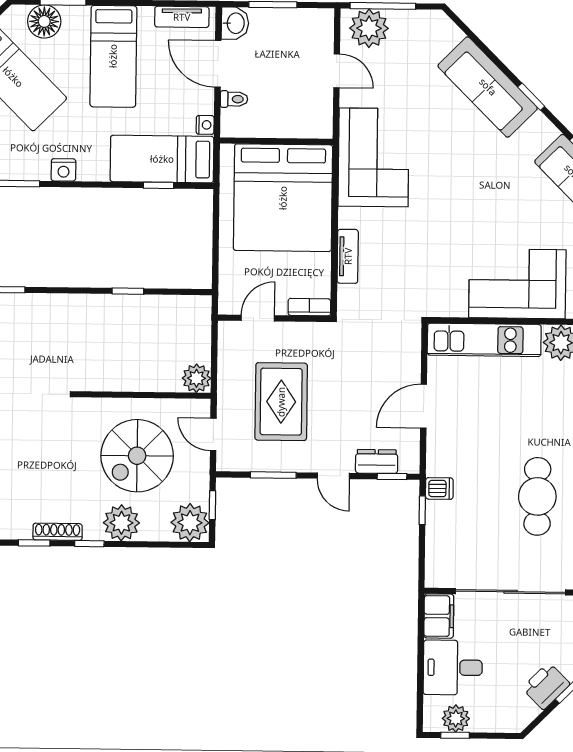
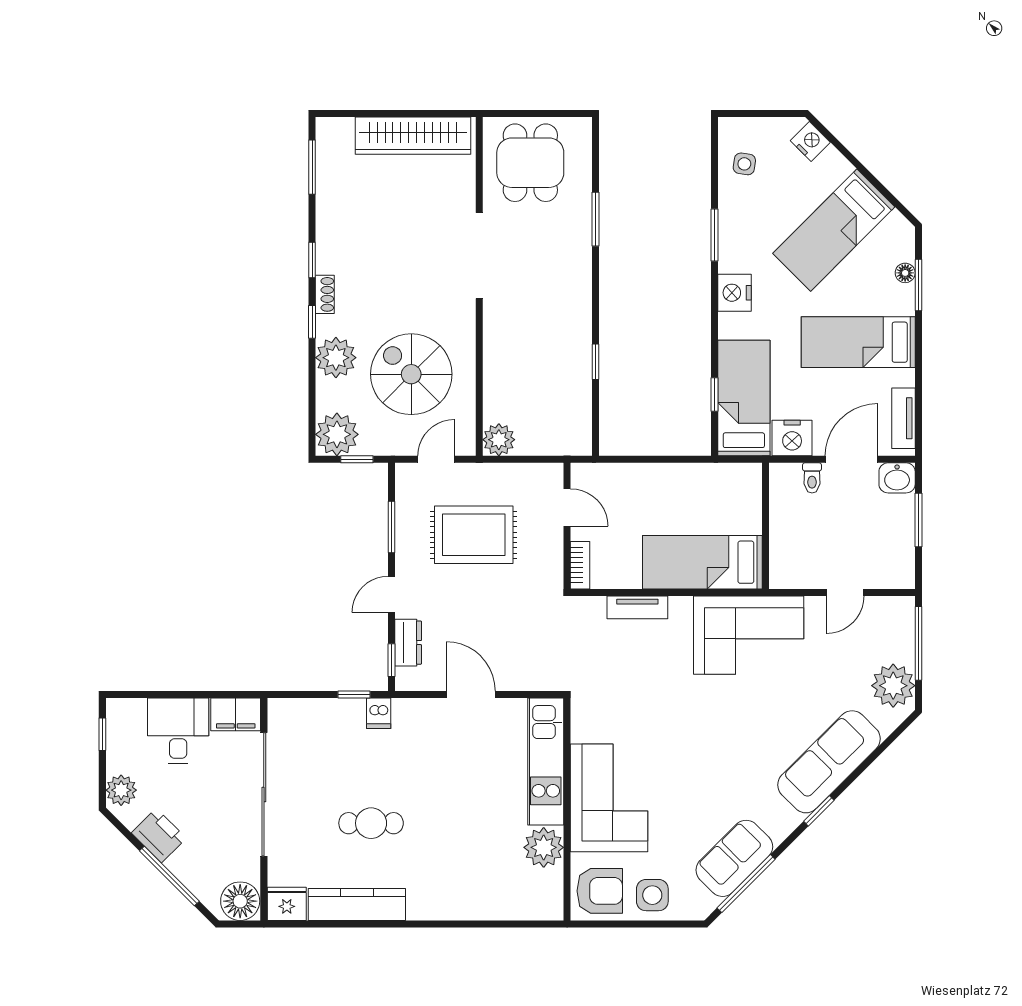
floor lamp: (44, 21) -> (905, 273), width x0.53, depth x0.53
plant: (369, 28) -> (893, 686), moved
nightstand: (205, 125) -> (792, 438), width x1.89, depth x1.79
nightstand: (63, 170) -> (734, 293), width x1.36, depth x1.33
bed: (283, 198) -> (702, 562), width x0.49
cafe table: (537, 496) -> (371, 823), width x0.73, depth x0.74
shoe rack: (58, 532) -> (325, 294), width x0.70
plant: (456, 718) -> (121, 790), moved

